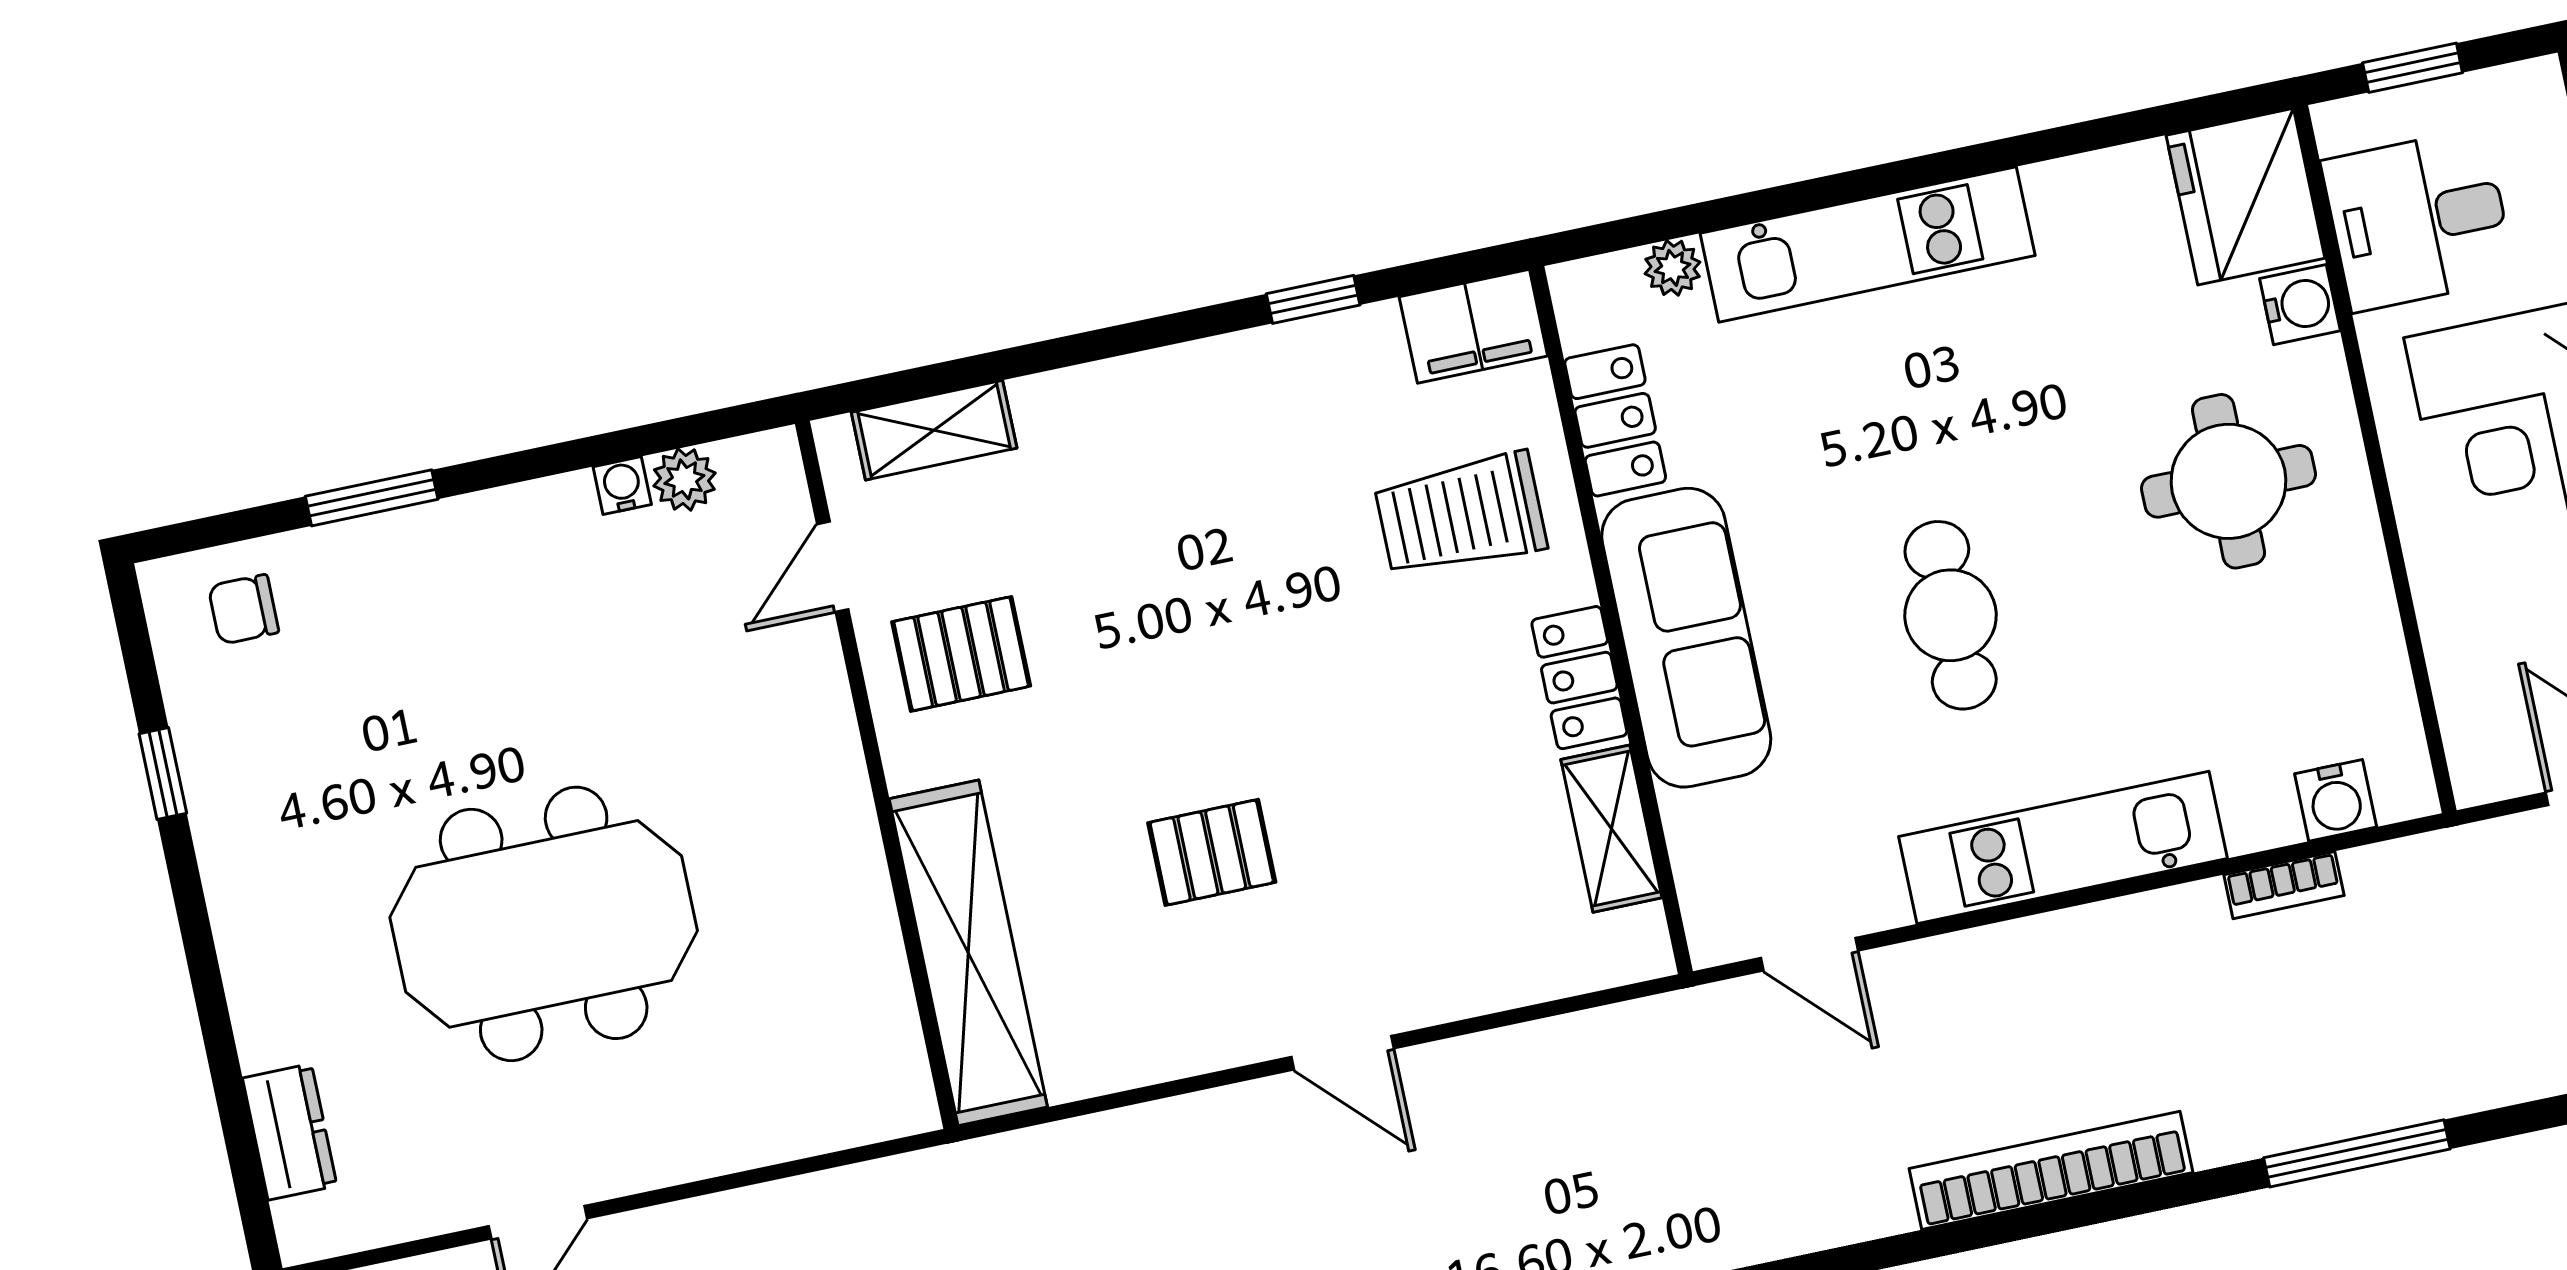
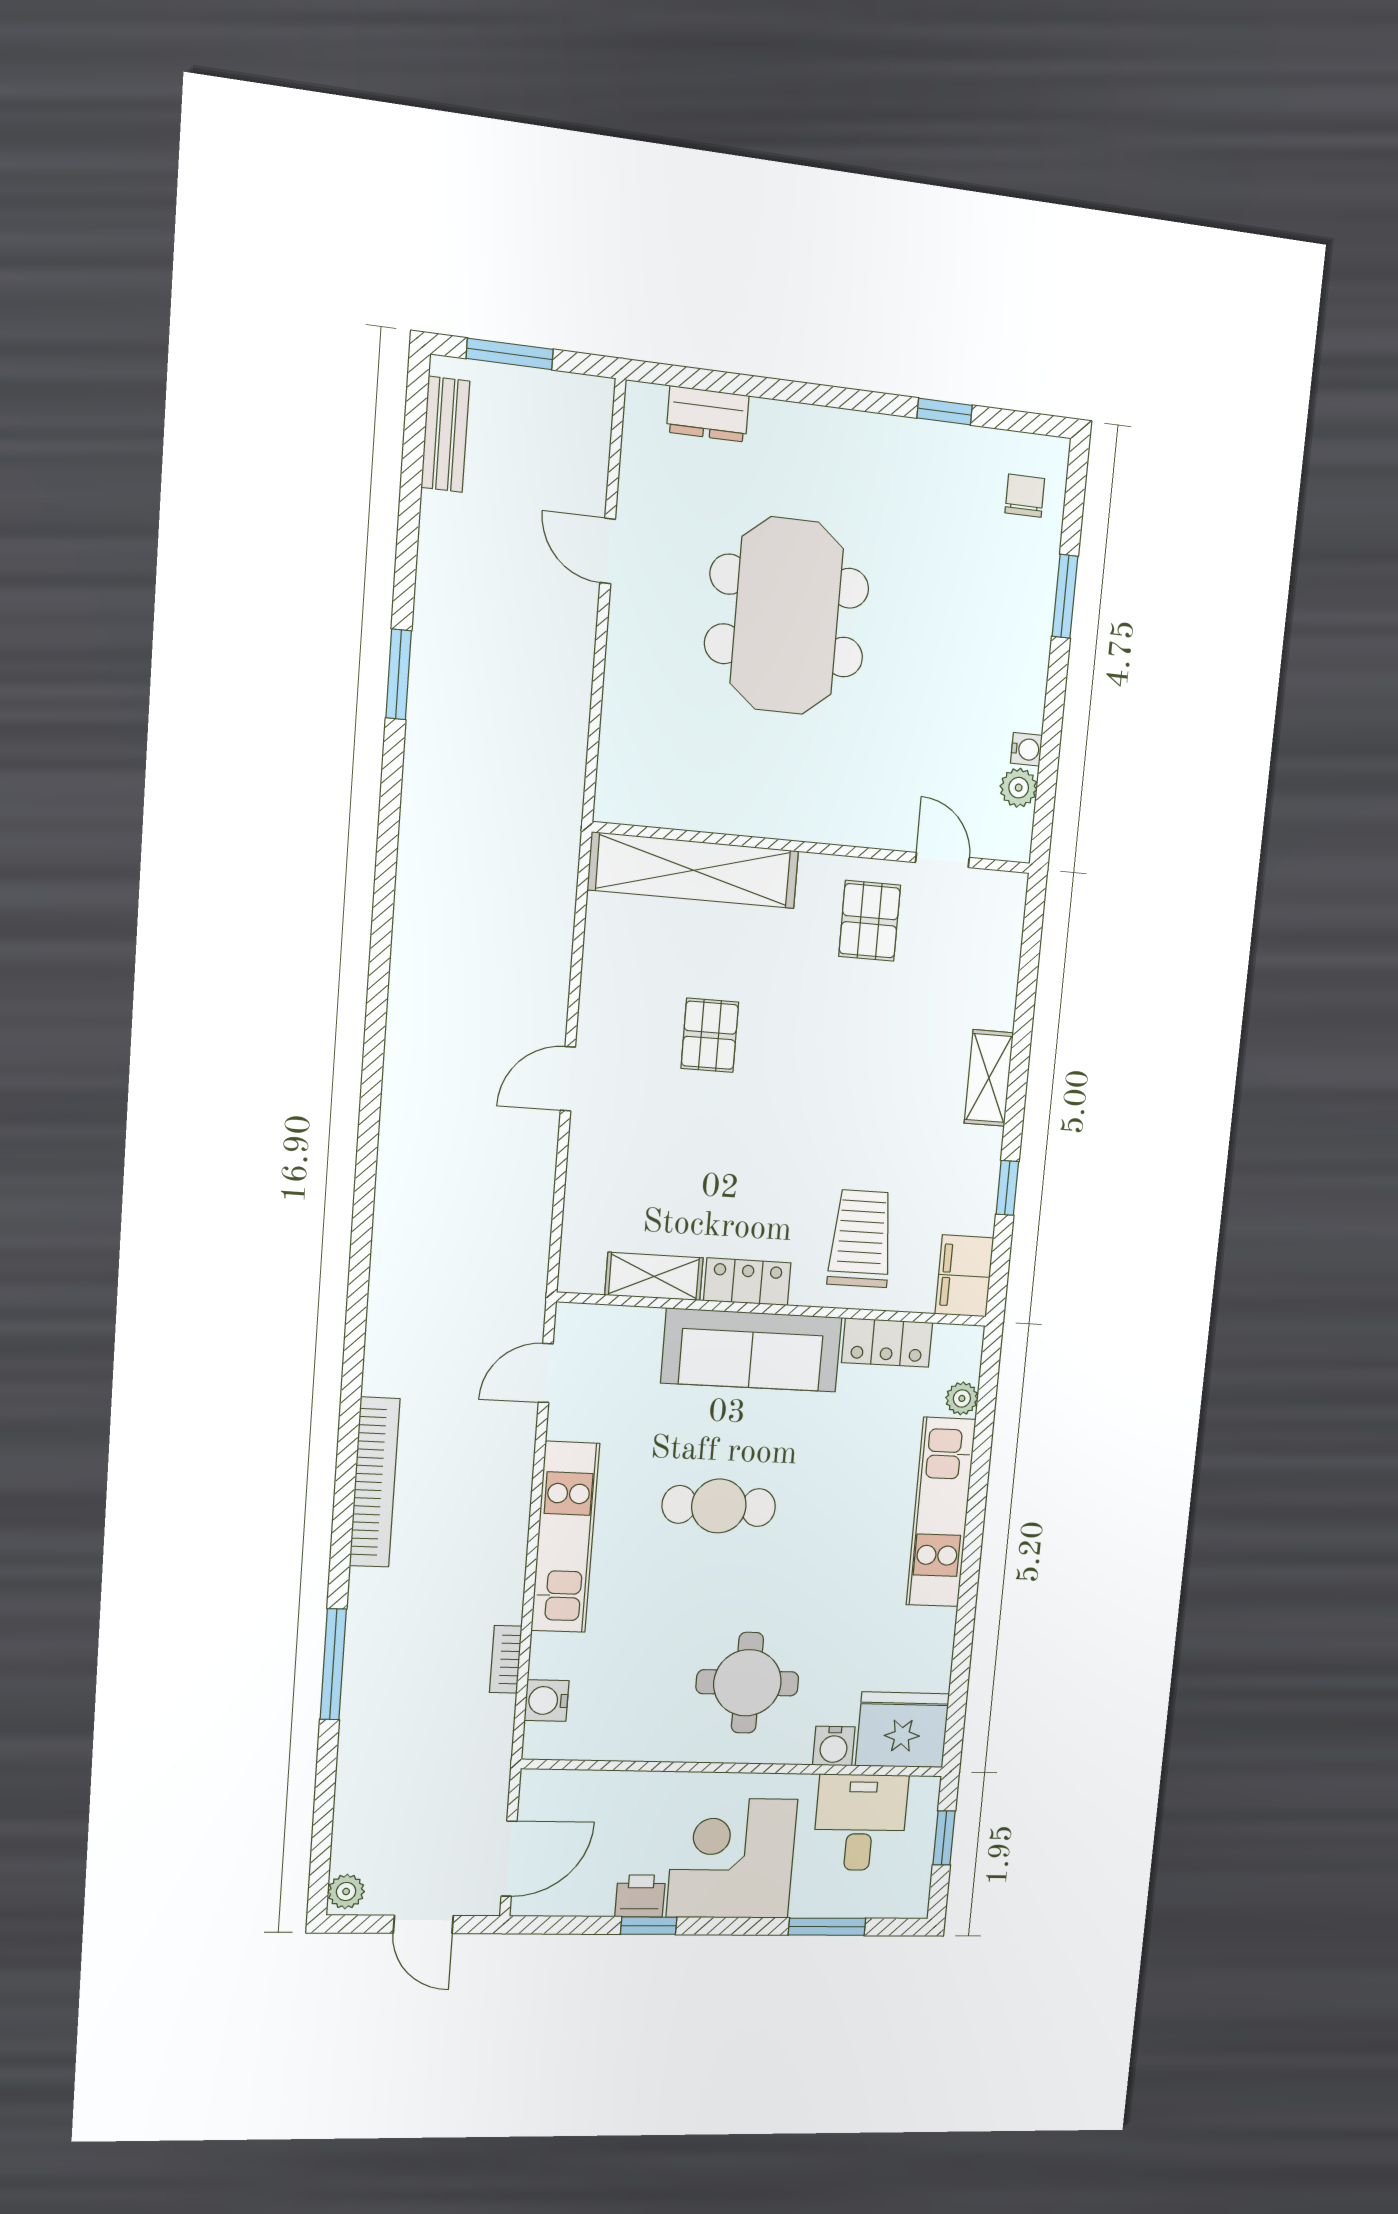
shelving: (934, 430) -> (989, 1078), moved

